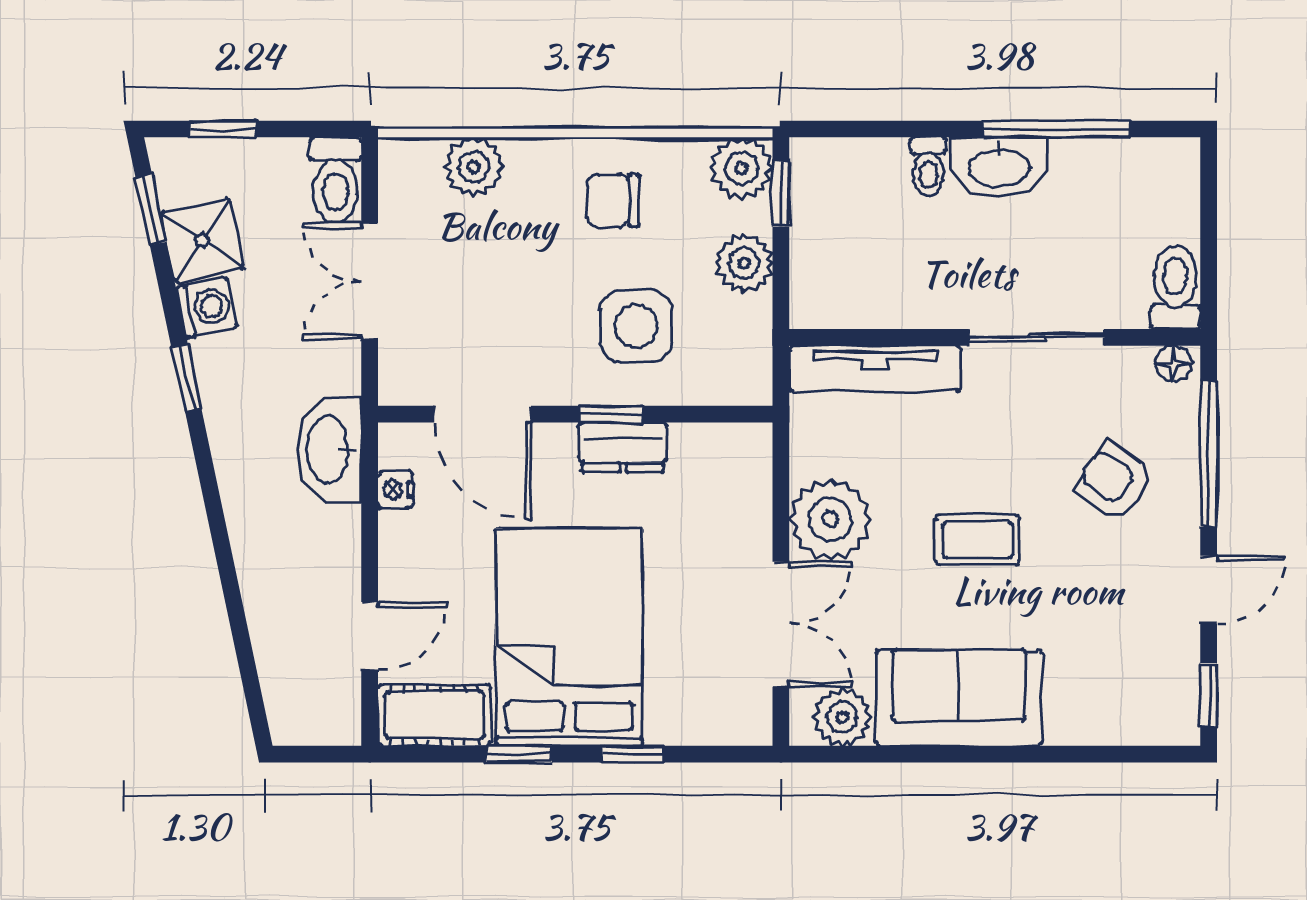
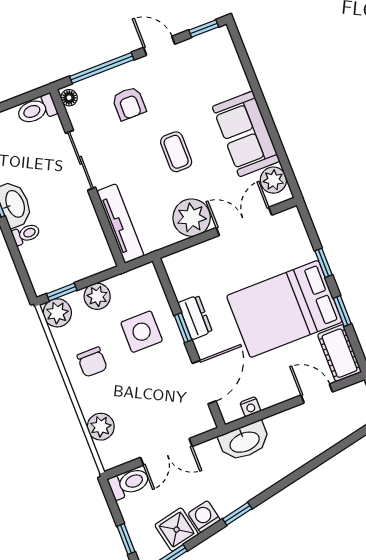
armchair: (1114, 482) -> (129, 103), turned -35

